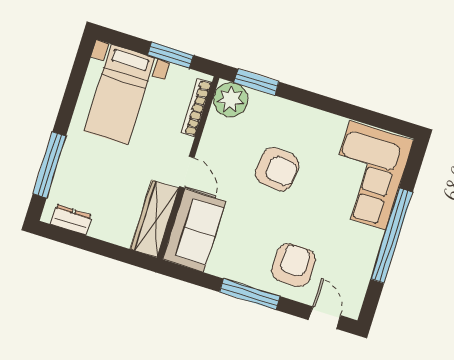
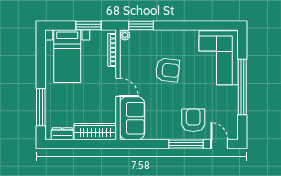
plant: (231, 100) -> (125, 35), width x0.53, depth x0.53
wardrobe: (154, 219) -> (95, 132), moved, turned 90
window: (250, 294) -> (186, 144), moved

